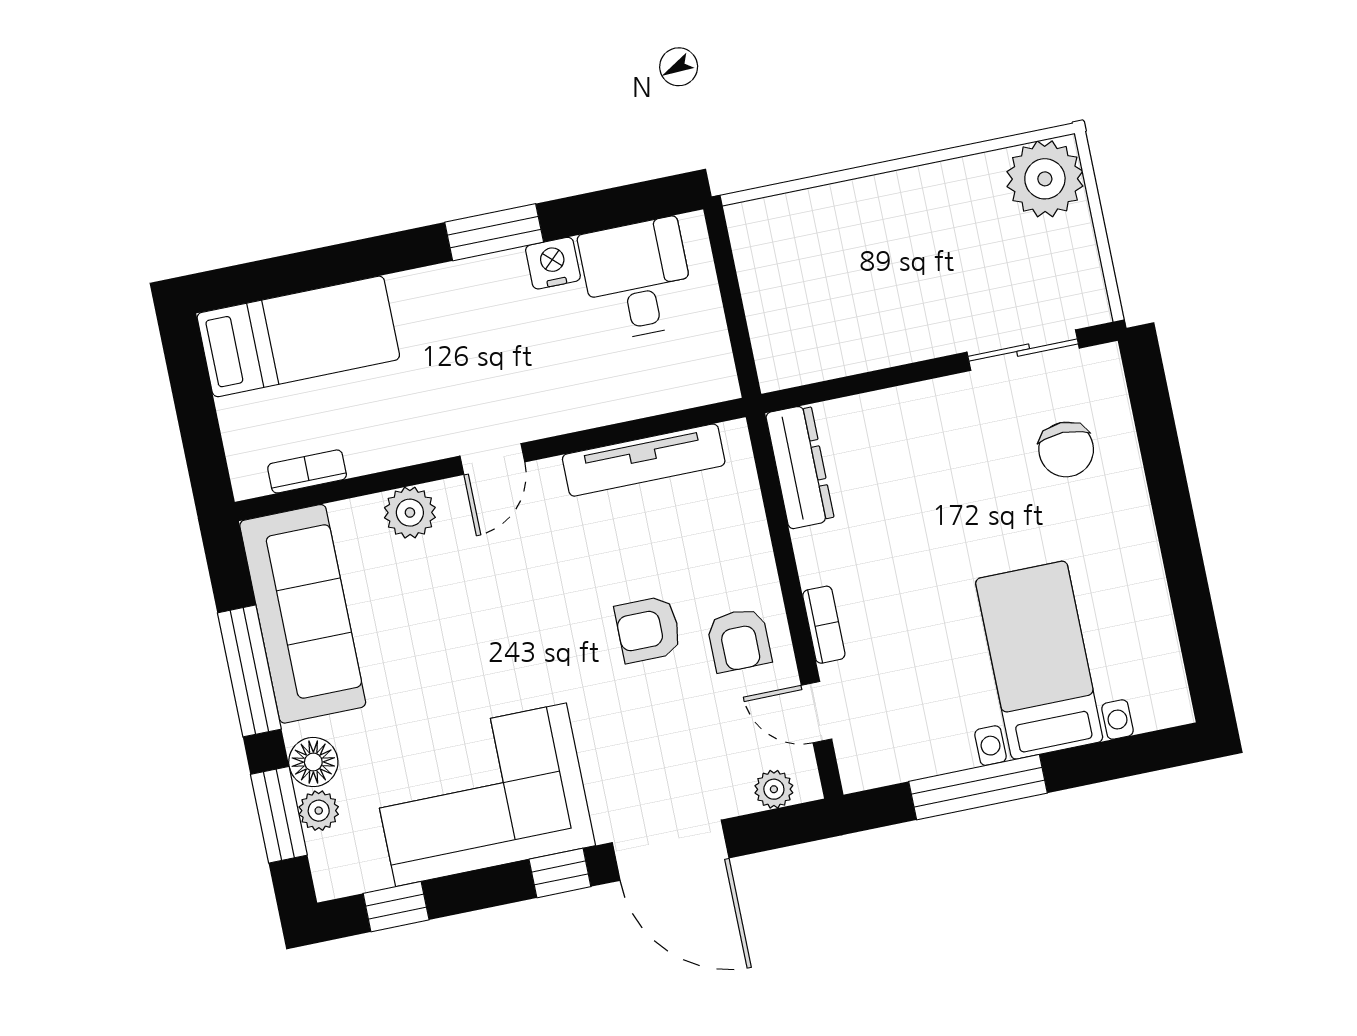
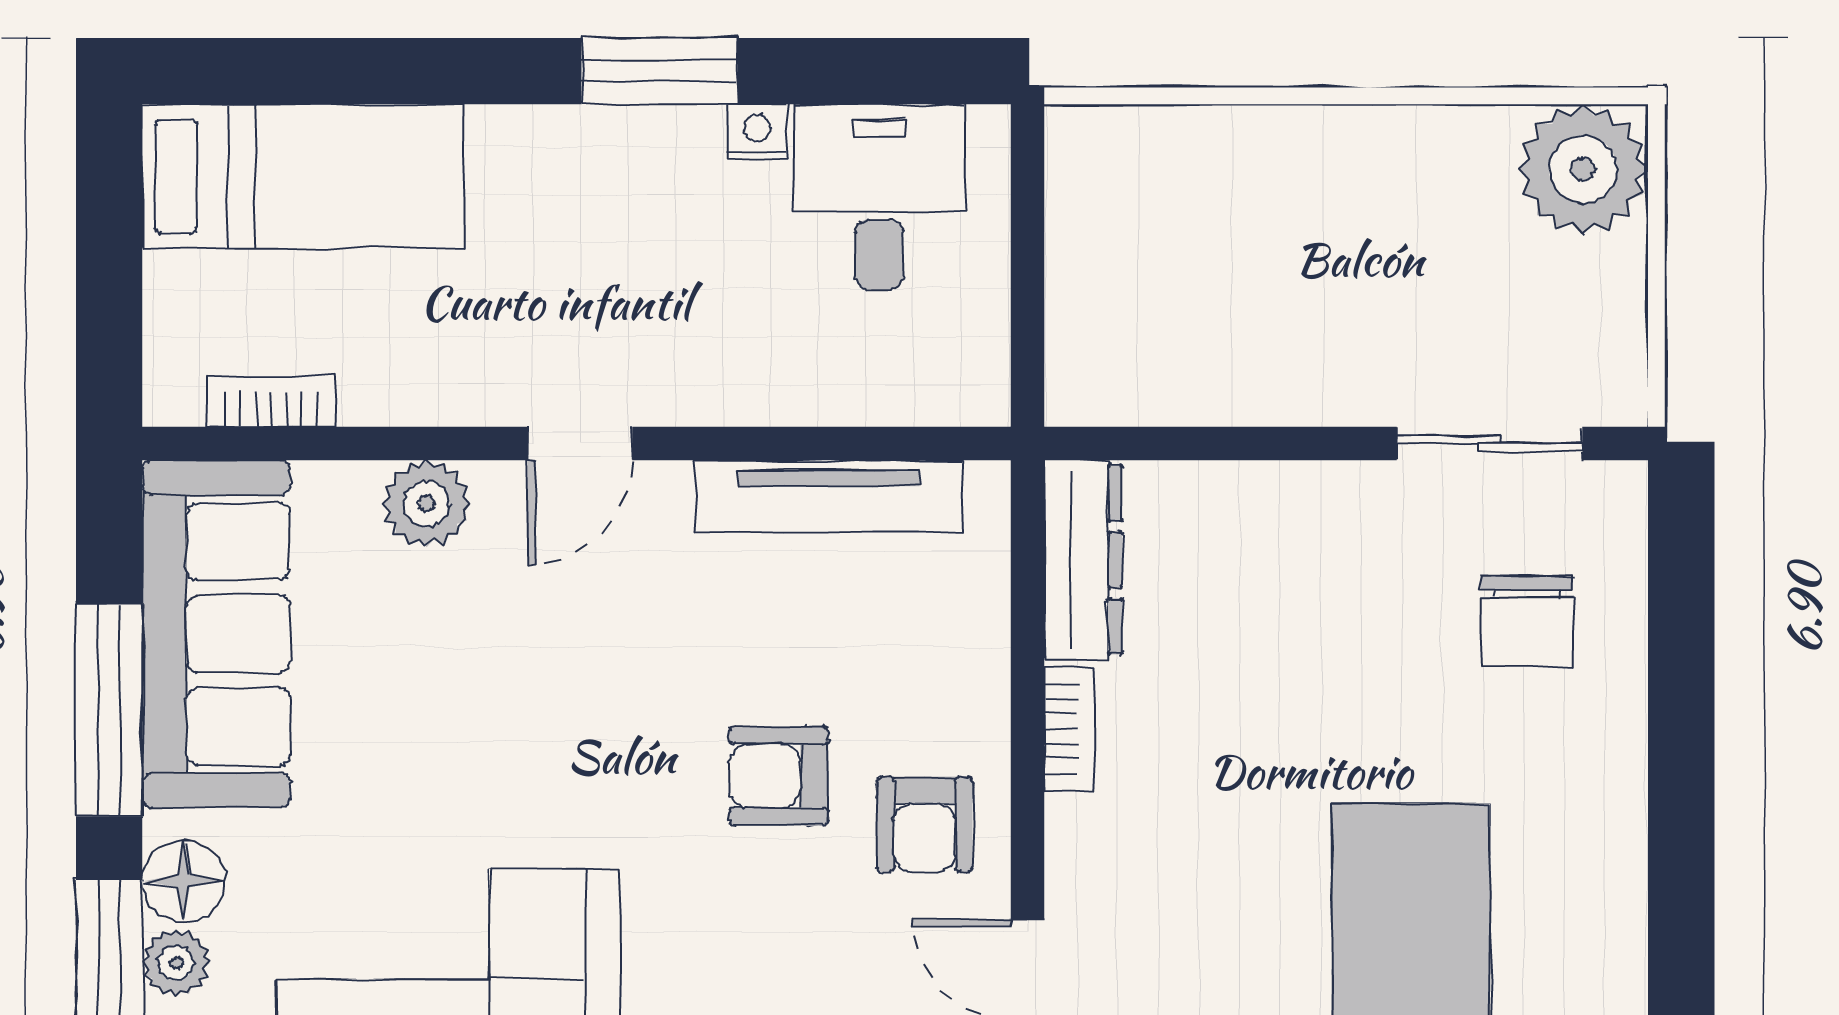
nightstand: (553, 263) -> (757, 132), width x0.72, depth x0.74
bookcase: (824, 625) -> (1069, 729), moved

